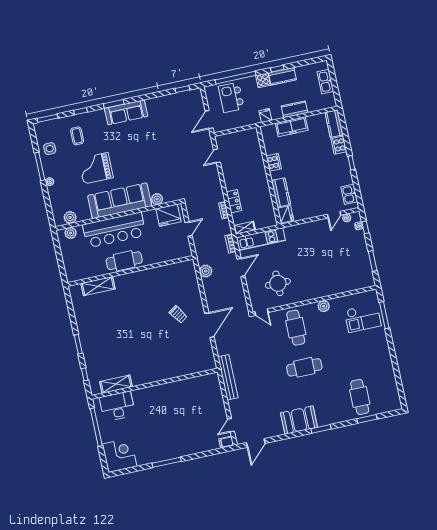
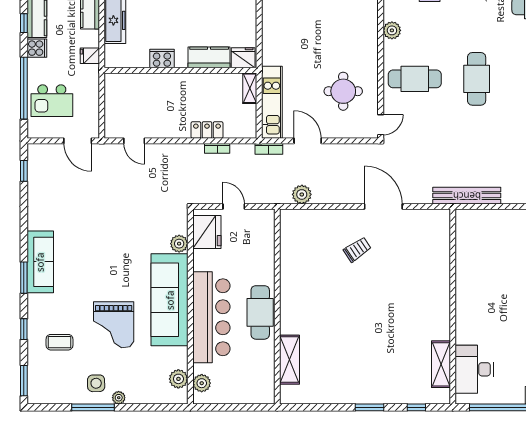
side table: (50, 149) -> (96, 383), moved
shelving: (244, 228) -> (250, 88), moved

